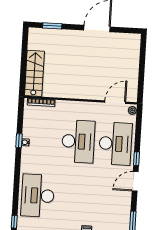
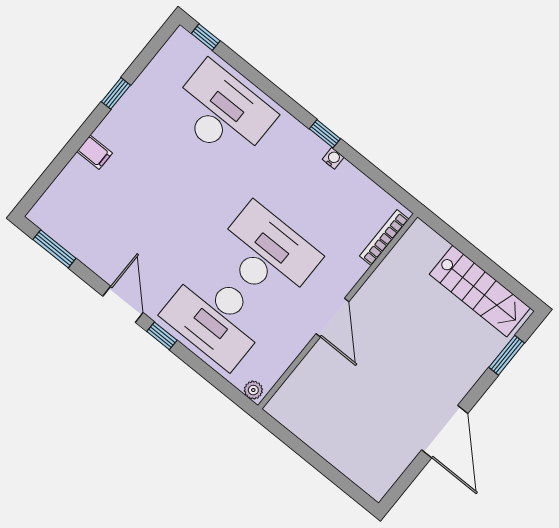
stairs: (34, 73) -> (480, 291), moved
door: (115, 102) -> (332, 318), moved
window: (19, 141) -> (325, 134), moved
desk: (78, 141) -> (267, 254), turned 180

